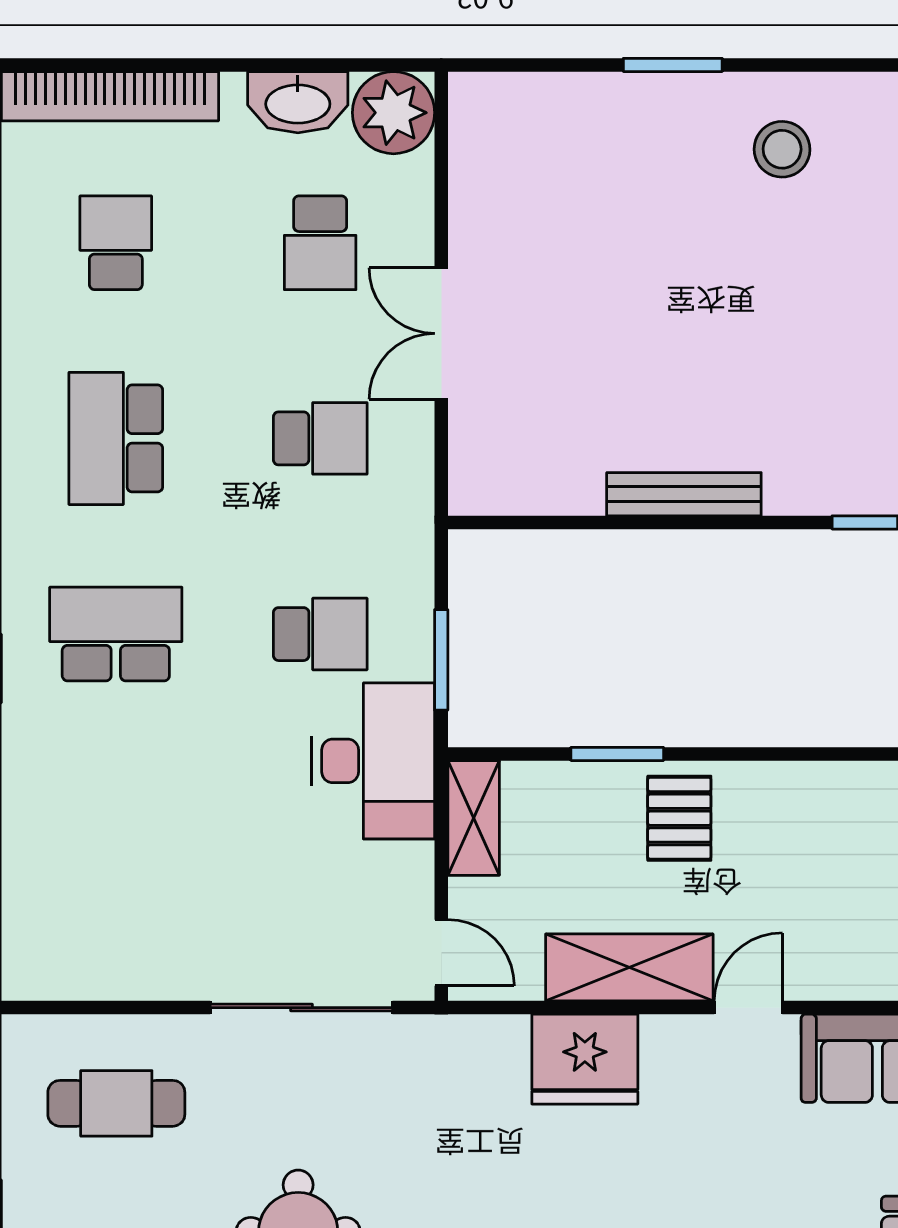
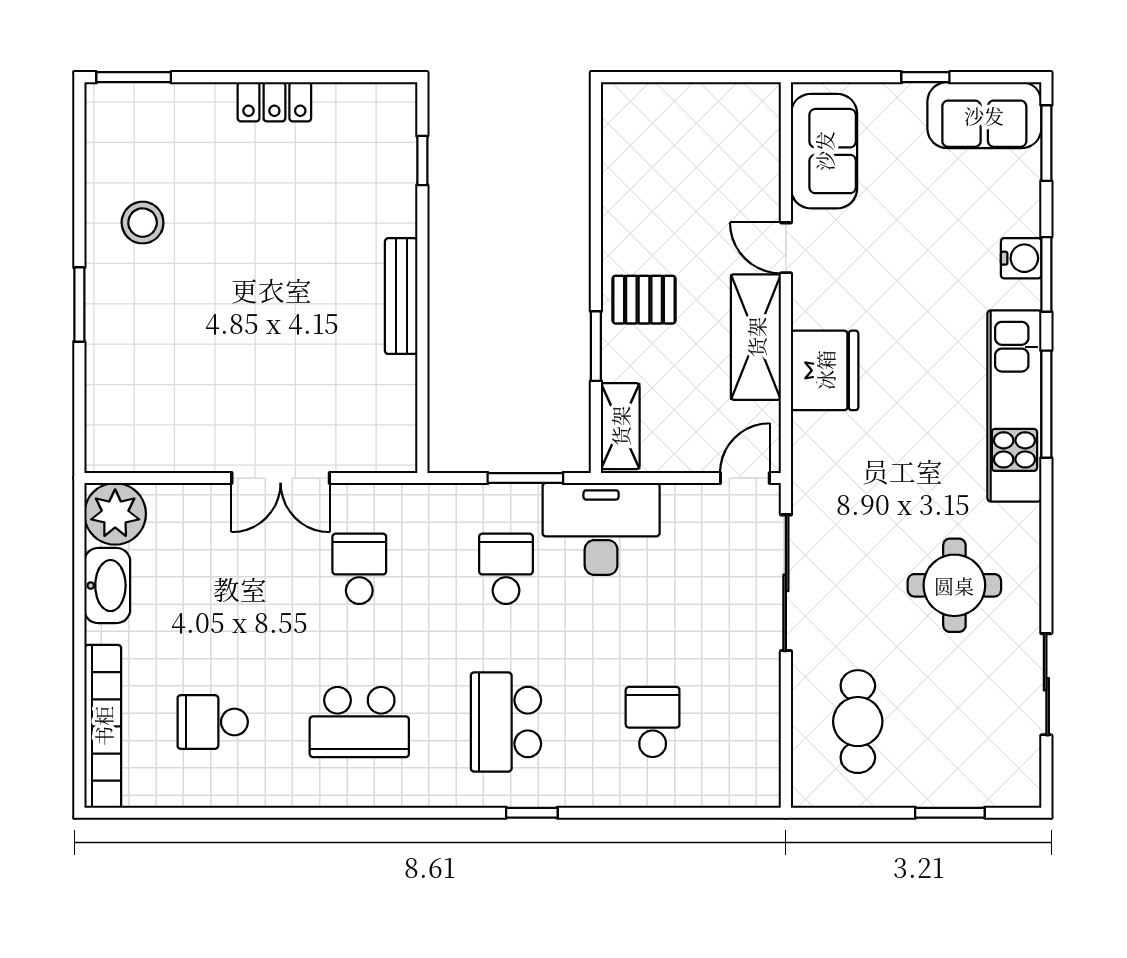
school desk: (320, 243) -> (653, 722), moved, turned -90
shelving: (474, 818) -> (620, 426), moved, turned 90

